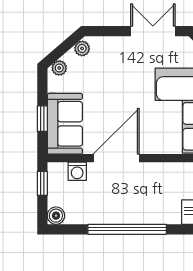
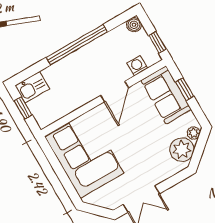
plant: (82, 48) -> (182, 150), width x1.87, depth x1.87
door: (116, 158) -> (114, 92), width x0.73

